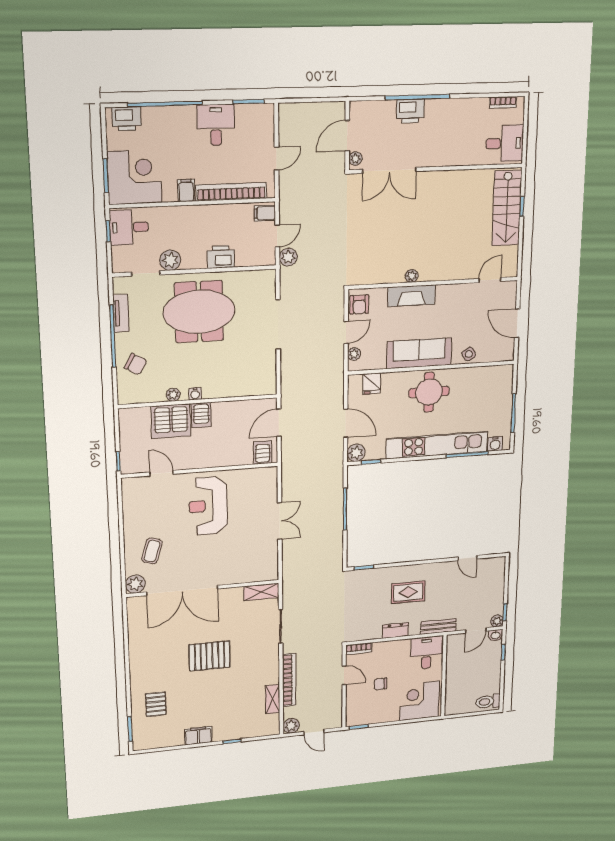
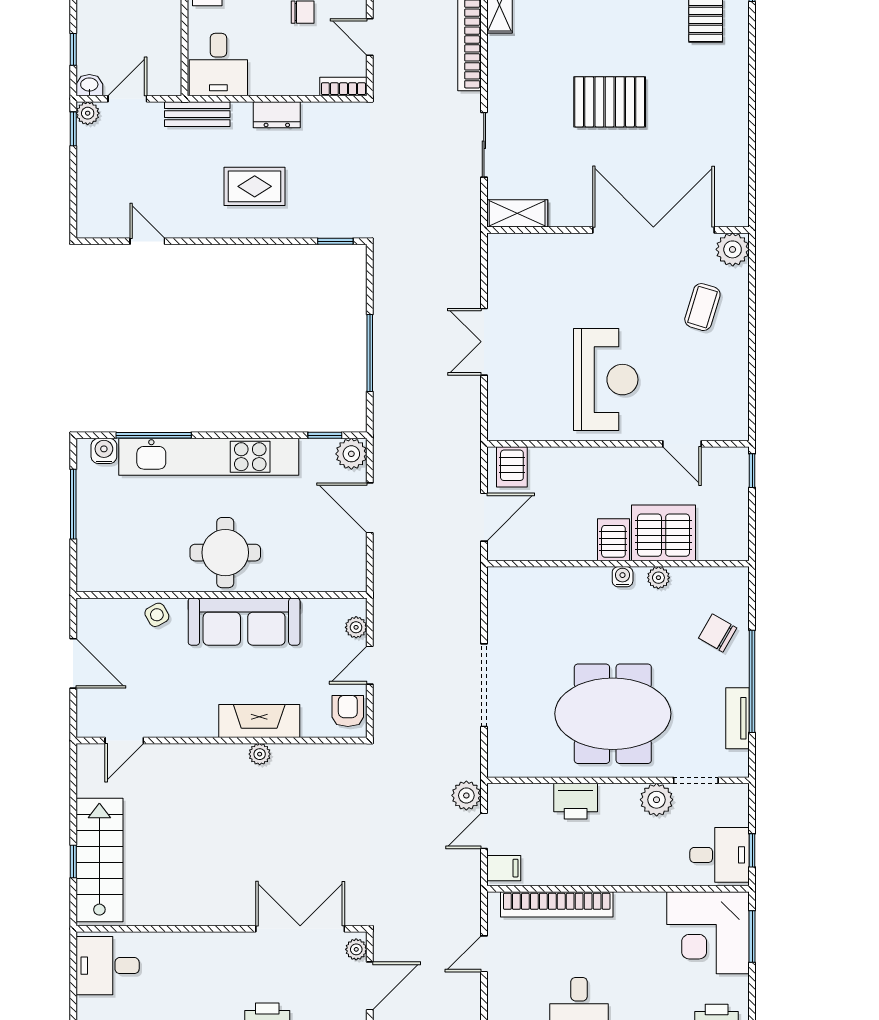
filing cabinet: (186, 191) -> (628, 909), removed
fridge: (372, 384) -> (325, 574), removed

